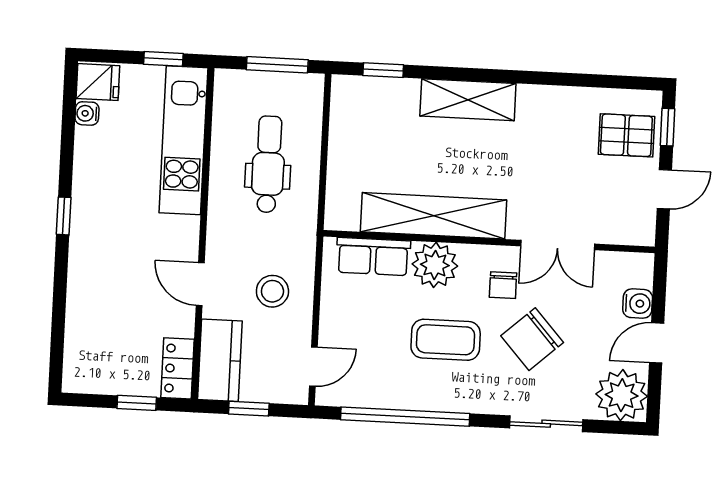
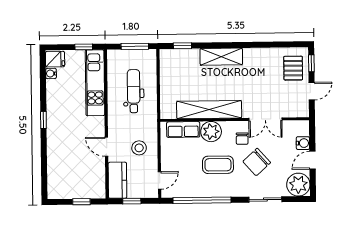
pallet: (626, 135) -> (293, 68), turned 90
locker: (178, 368) -> (99, 185), removed

